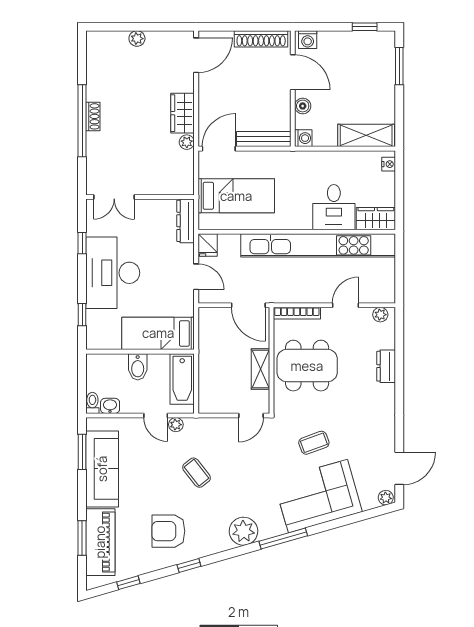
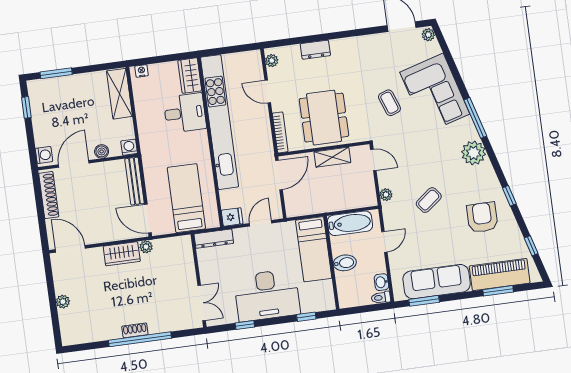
plant: (176, 425) -> (386, 195), moved
armchair: (168, 531) -> (482, 217), turned 180

